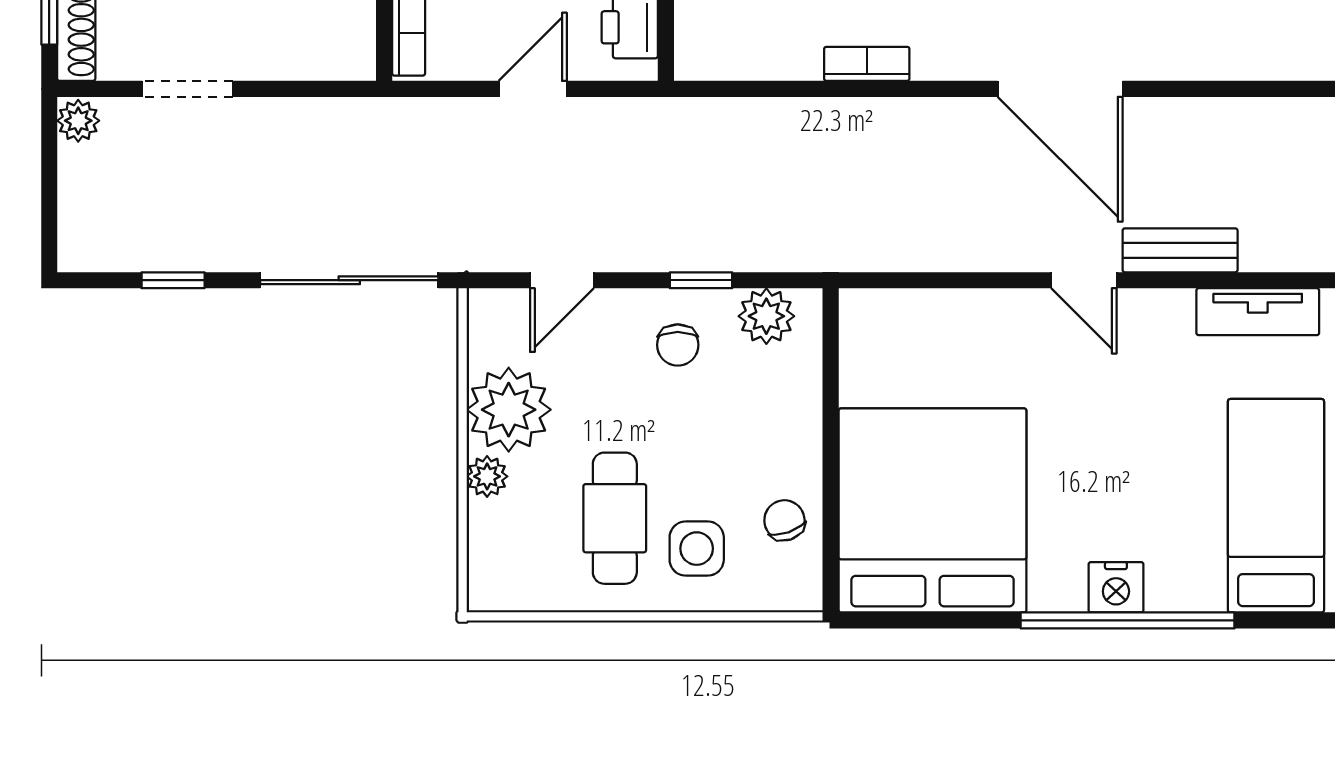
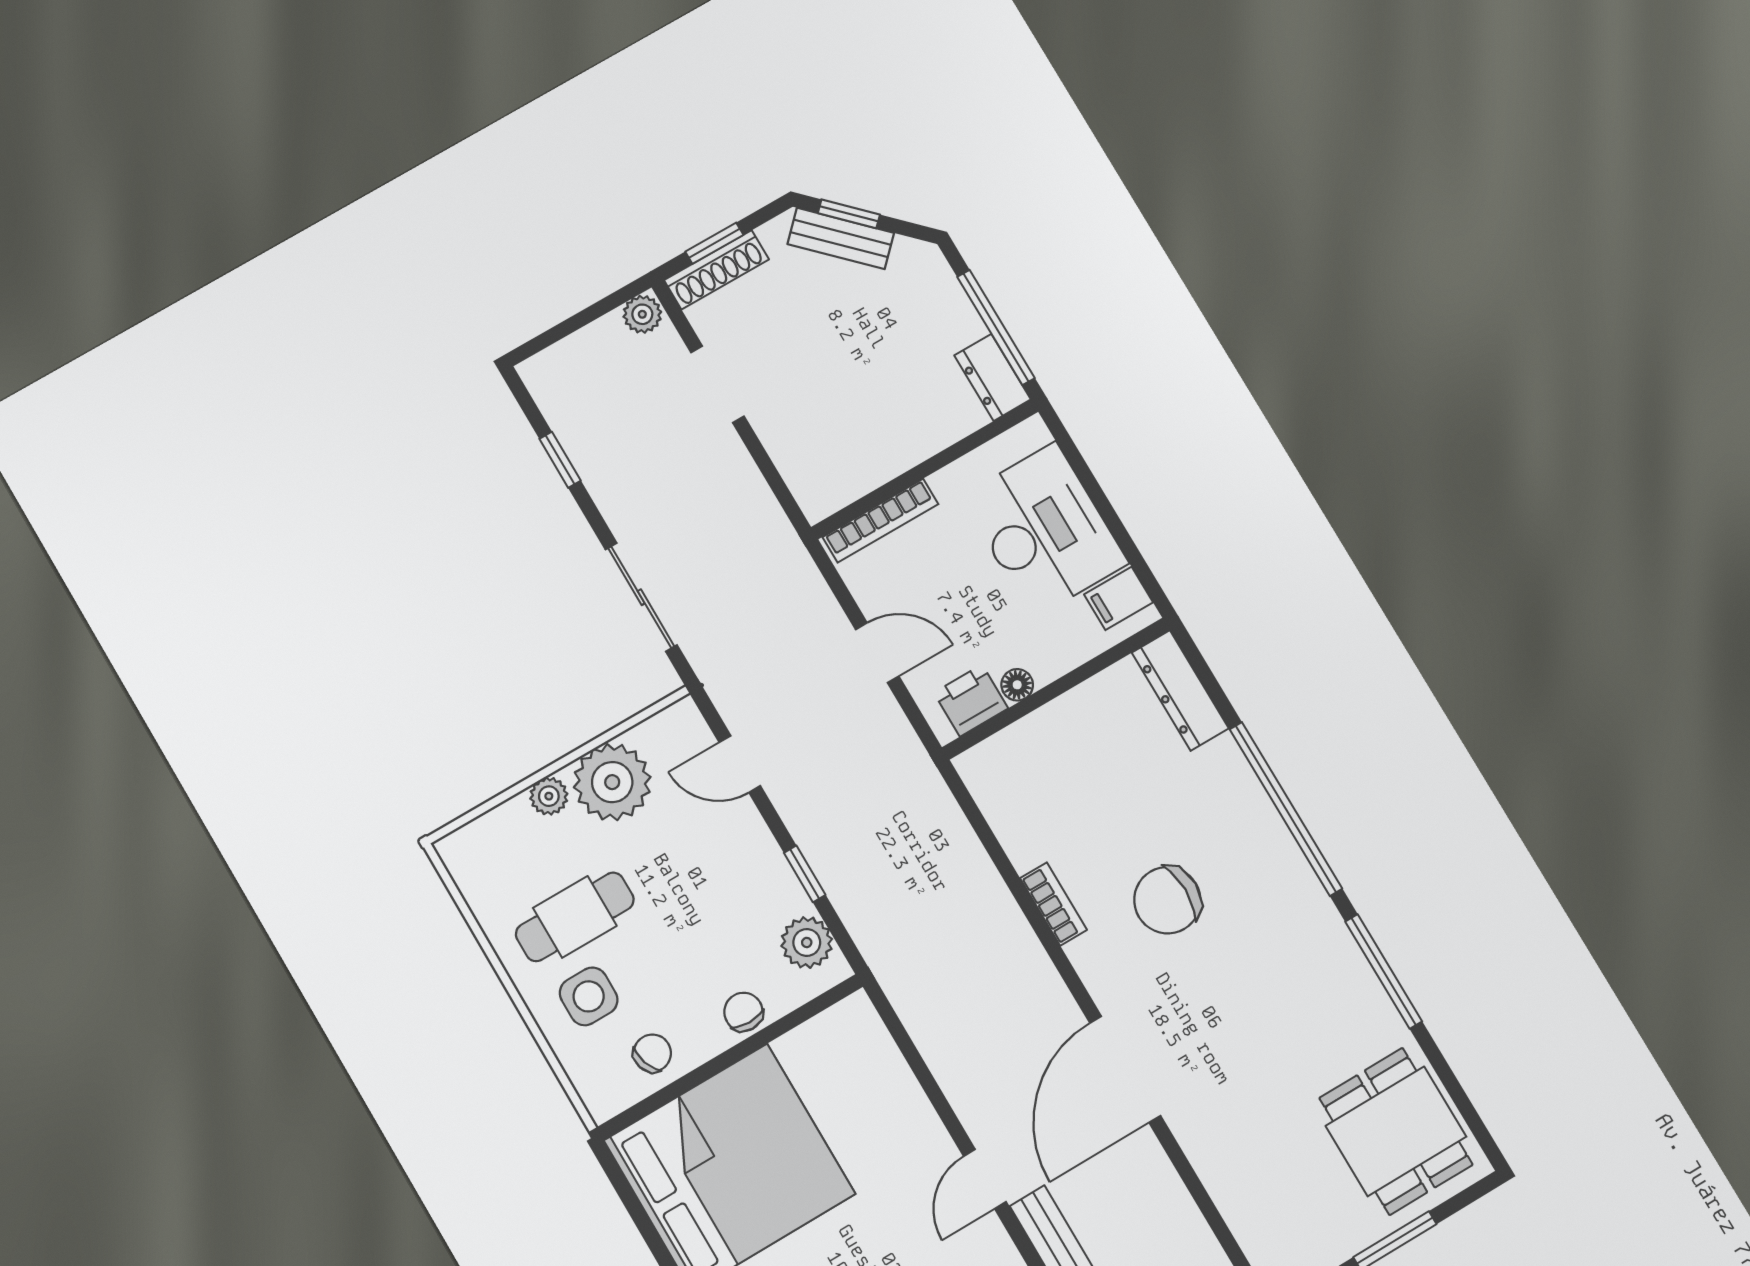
sliding door: (349, 280) -> (641, 597), width x0.73
chair: (678, 345) -> (743, 1012), moved, turned 91

